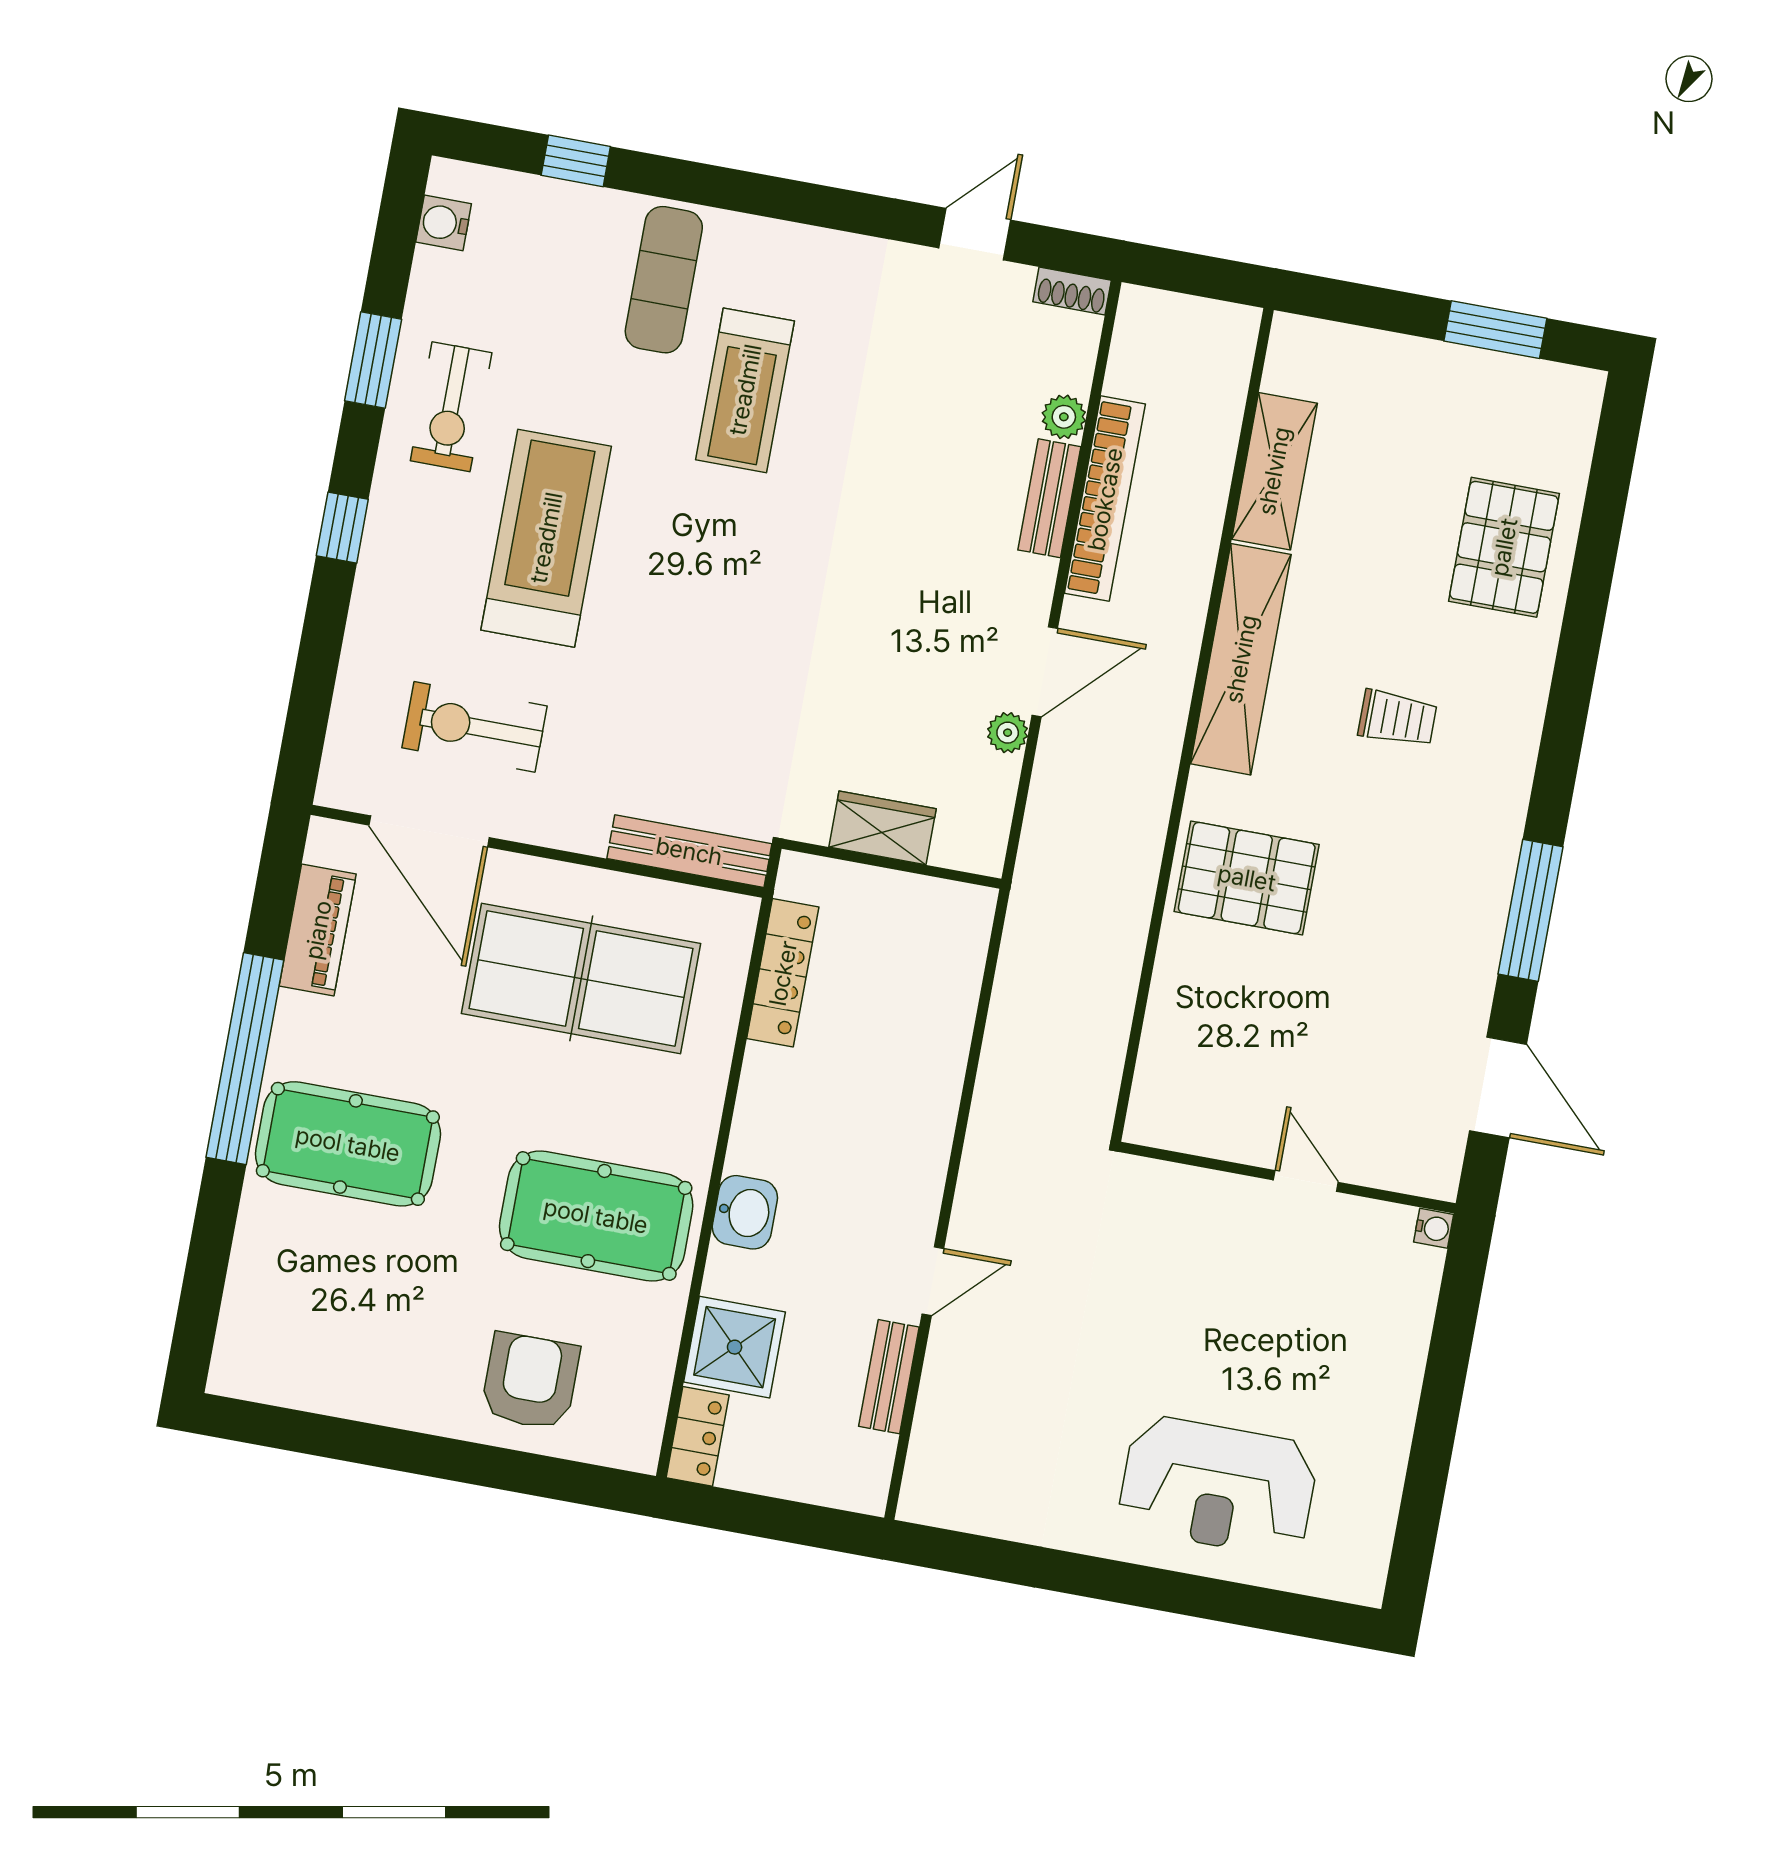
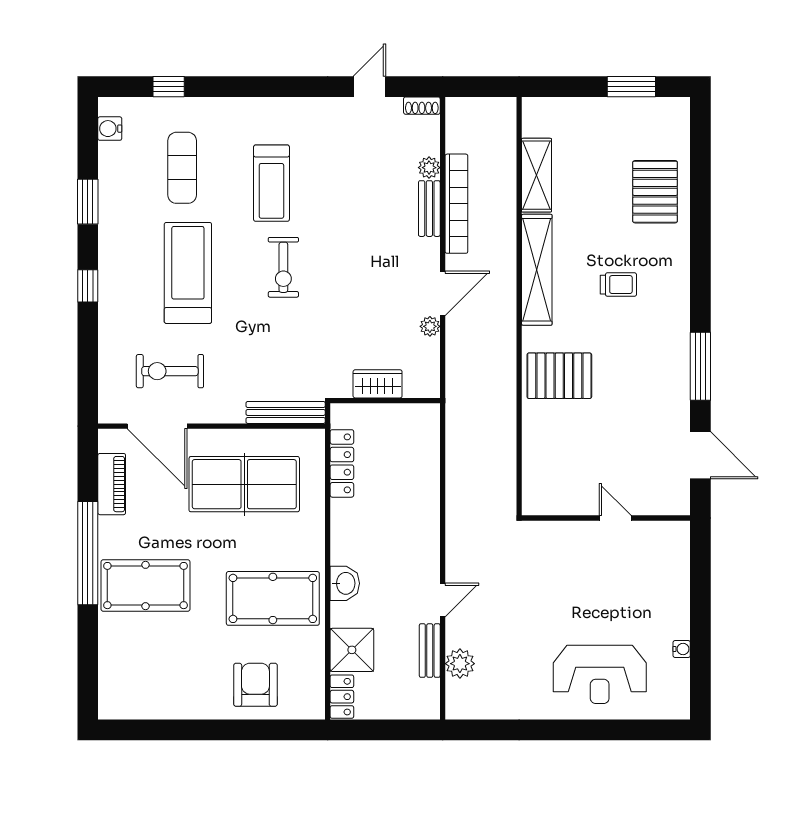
exercise mat: (664, 280) -> (182, 168), moved
exercise bike: (451, 407) -> (283, 267), moved
water cooler: (1434, 1228) -> (682, 649), moved
plant: (944, 1414) -> (460, 664), added

